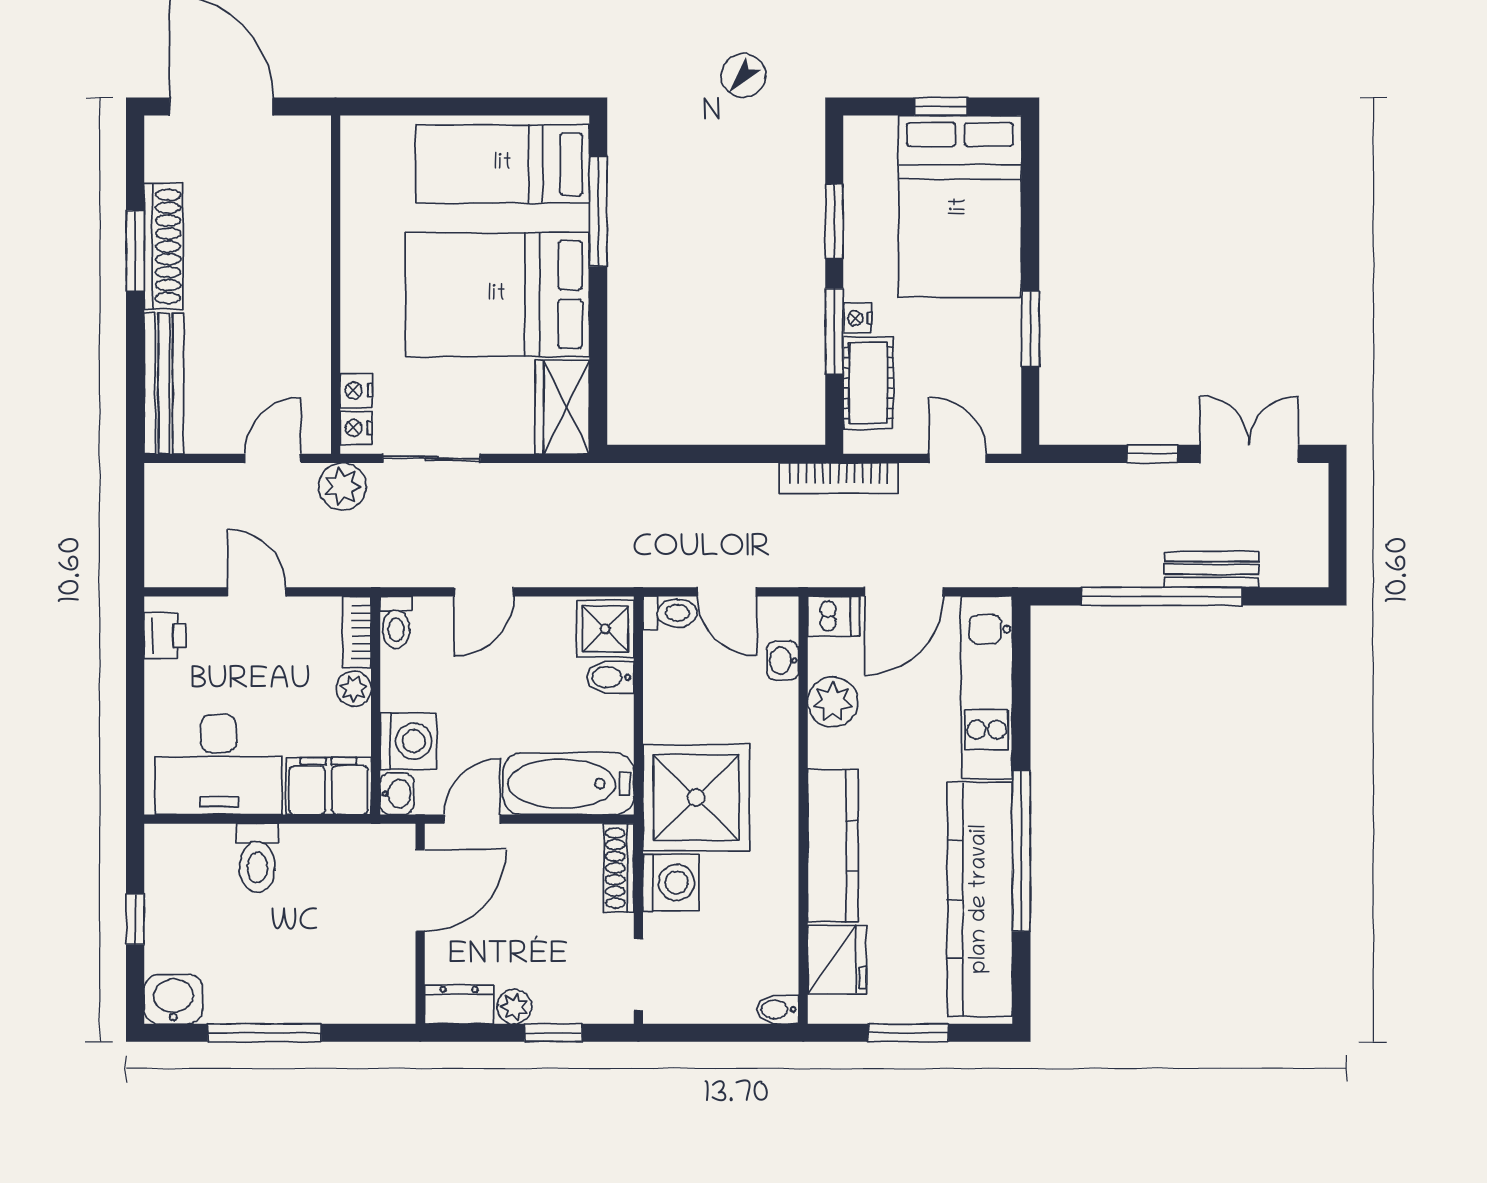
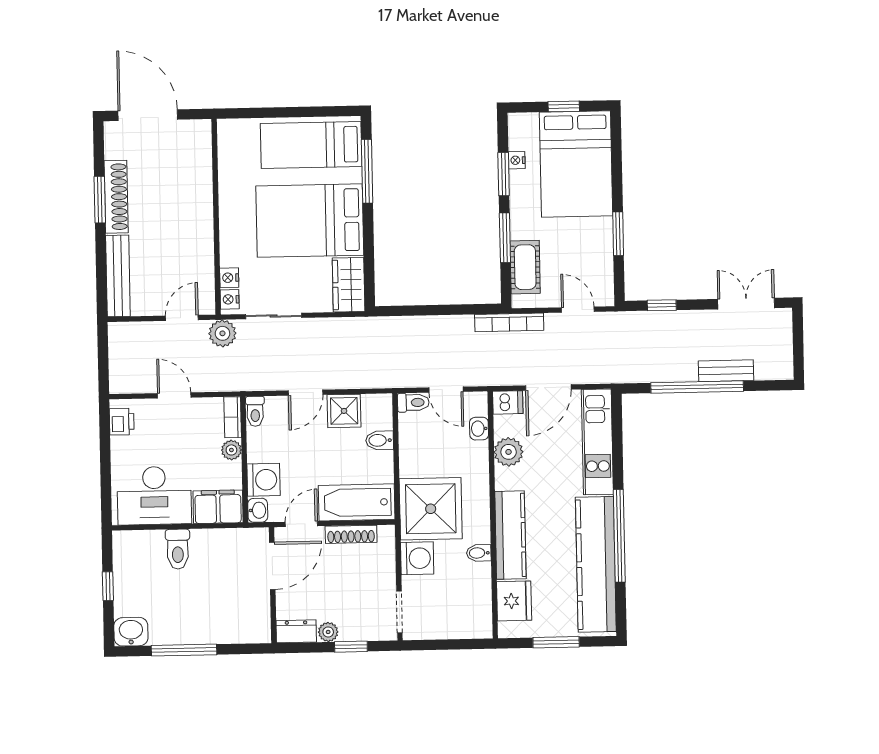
nightstand: (857, 318) -> (517, 160), moved
window: (1152, 454) -> (662, 305), moved
shower: (605, 629) -> (344, 411), moved
shoe rack: (619, 868) -> (351, 534), moved, turned -90
bidet: (778, 1010) -> (479, 553), moved

